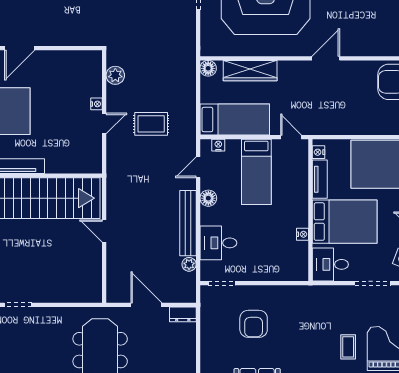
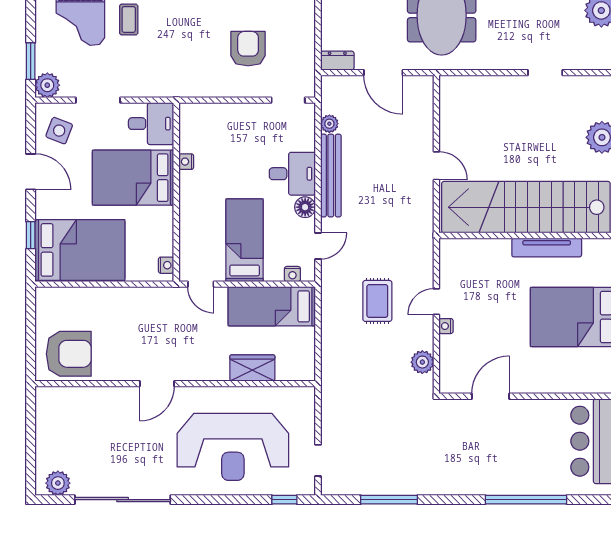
door: (20, 48) -> (491, 396), moved
floor lamp: (208, 68) -> (305, 371), removed
wardrobe: (250, 71) -> (252, 368), width x0.67
rug: (151, 124) -> (377, 301), turned 90
tv unit: (320, 179) -> (164, 231), removed
desk: (218, 243) -> (292, 174), moved

